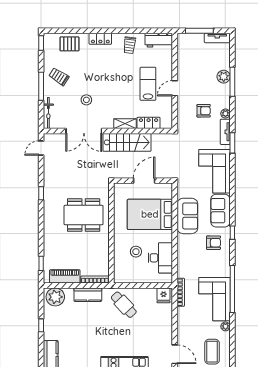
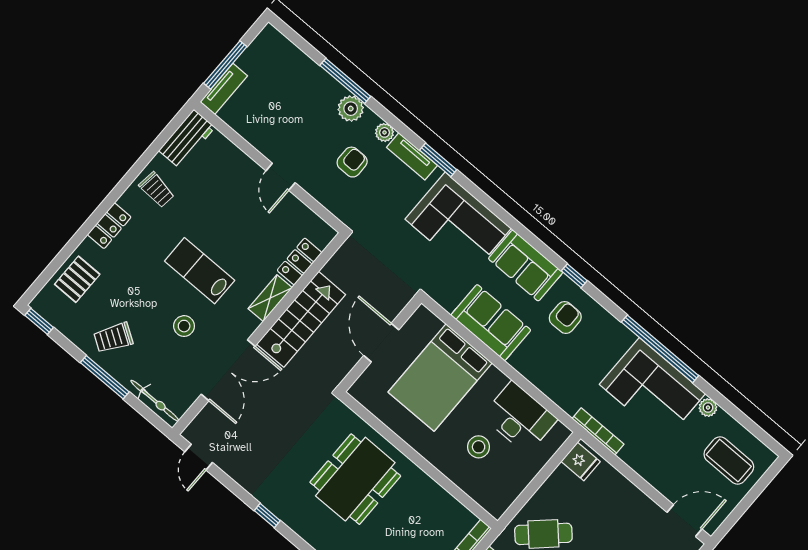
tv unit: (217, 38) -> (224, 89), moved
plant: (224, 77) -> (351, 109), moved
lab bench: (148, 84) -> (200, 271), moved

